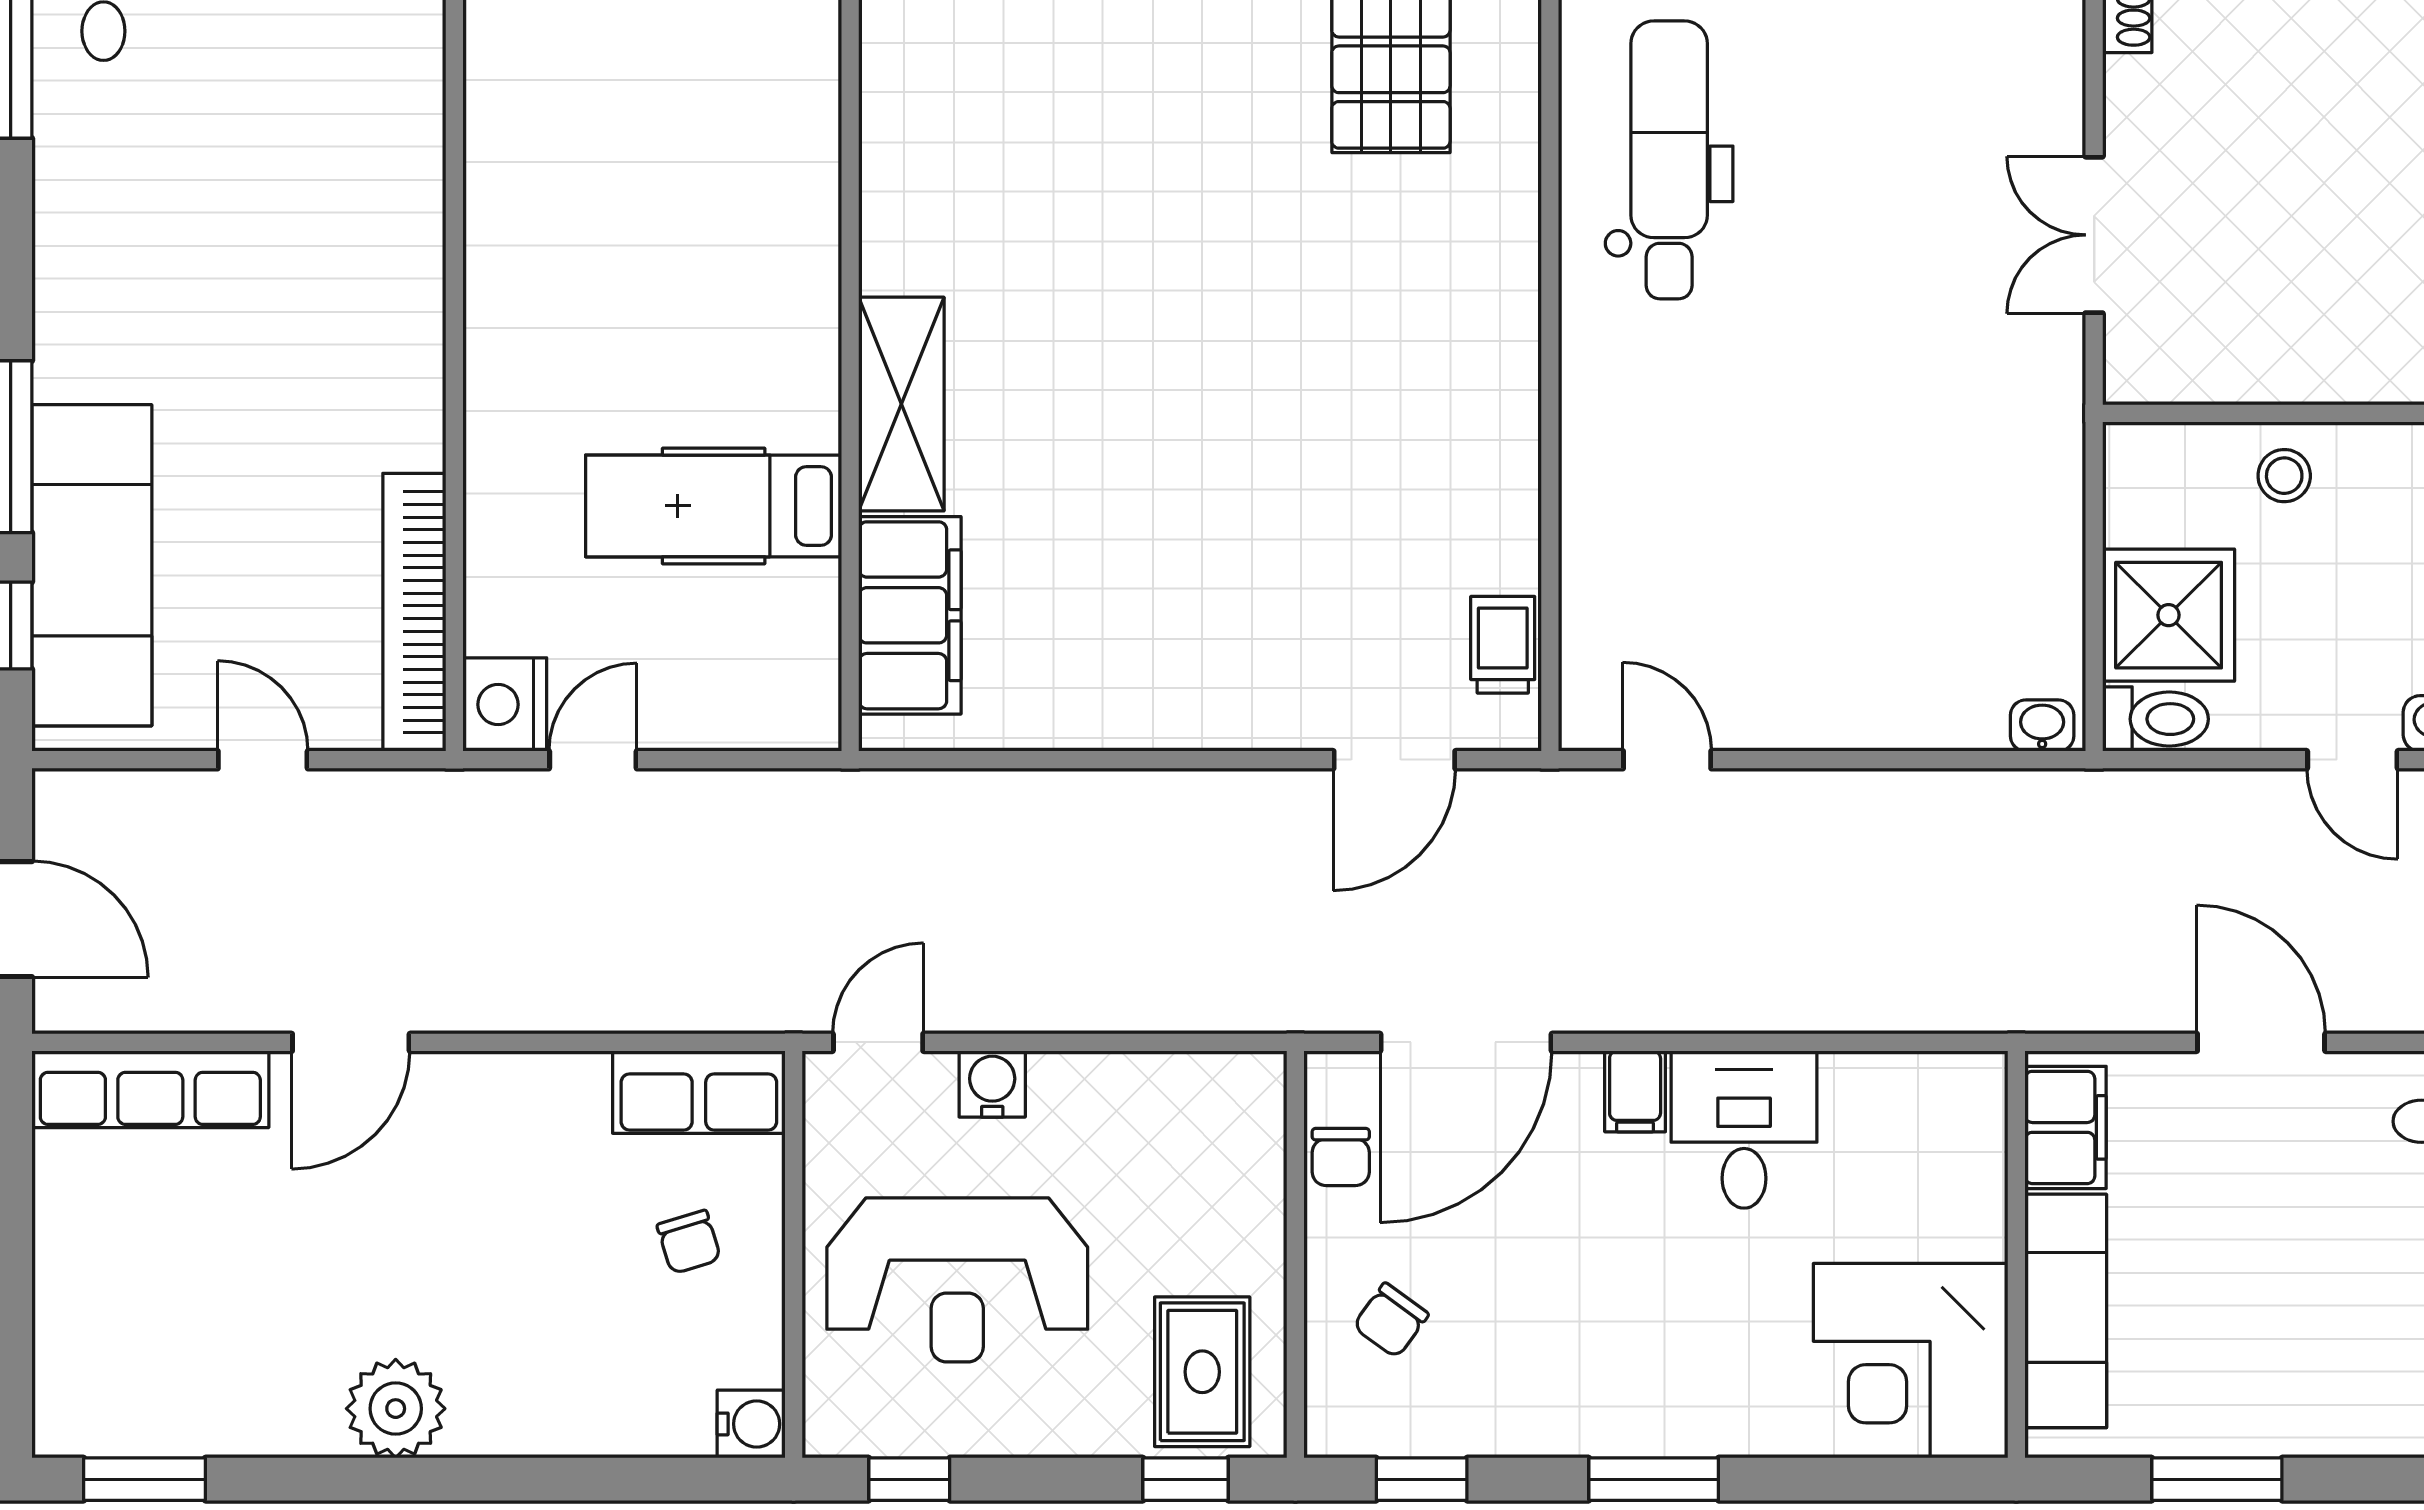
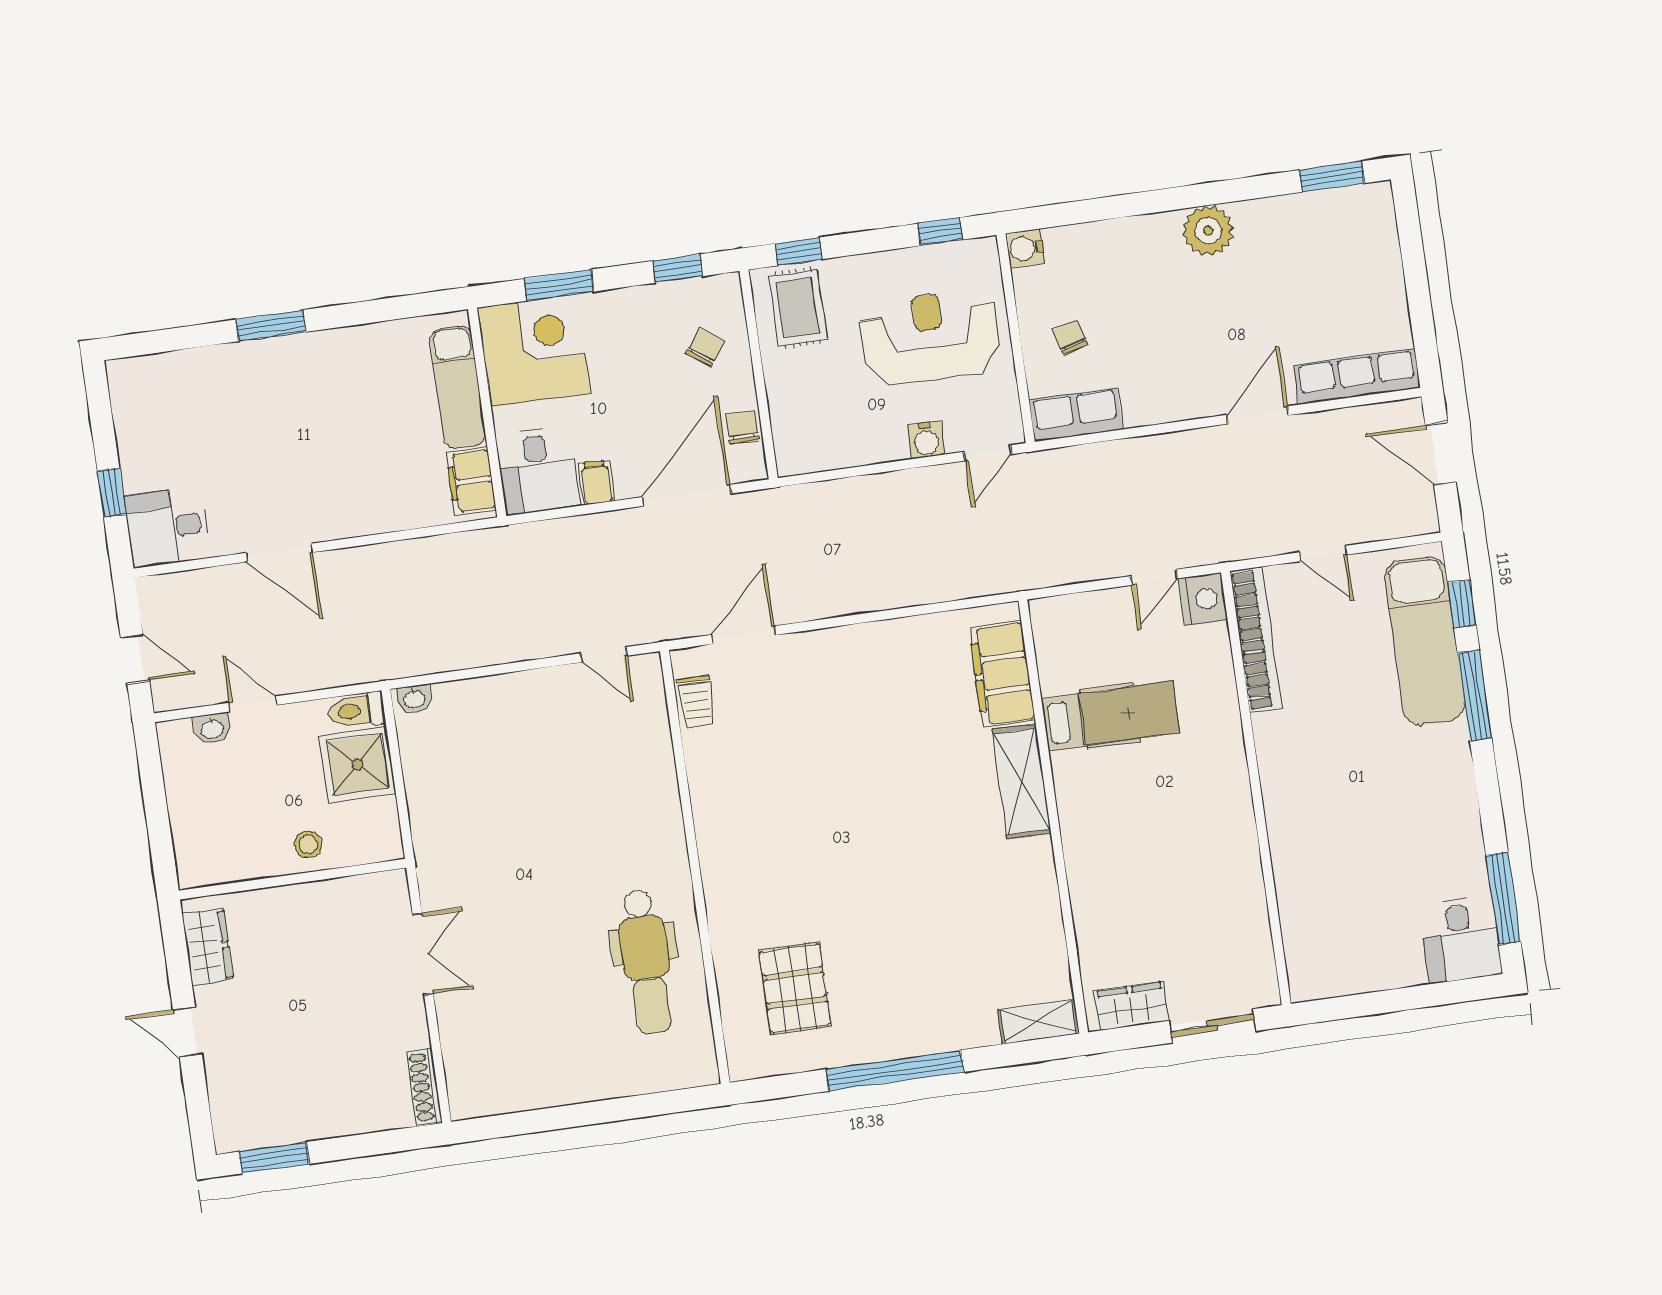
filing cabinet: (2065, 1127) -> (471, 481), moved
wall: (2016, 1254) -> (487, 413), moved
exam couch: (2066, 1311) -> (458, 387), moved
corner desk: (1911, 1361) -> (534, 351), moved

